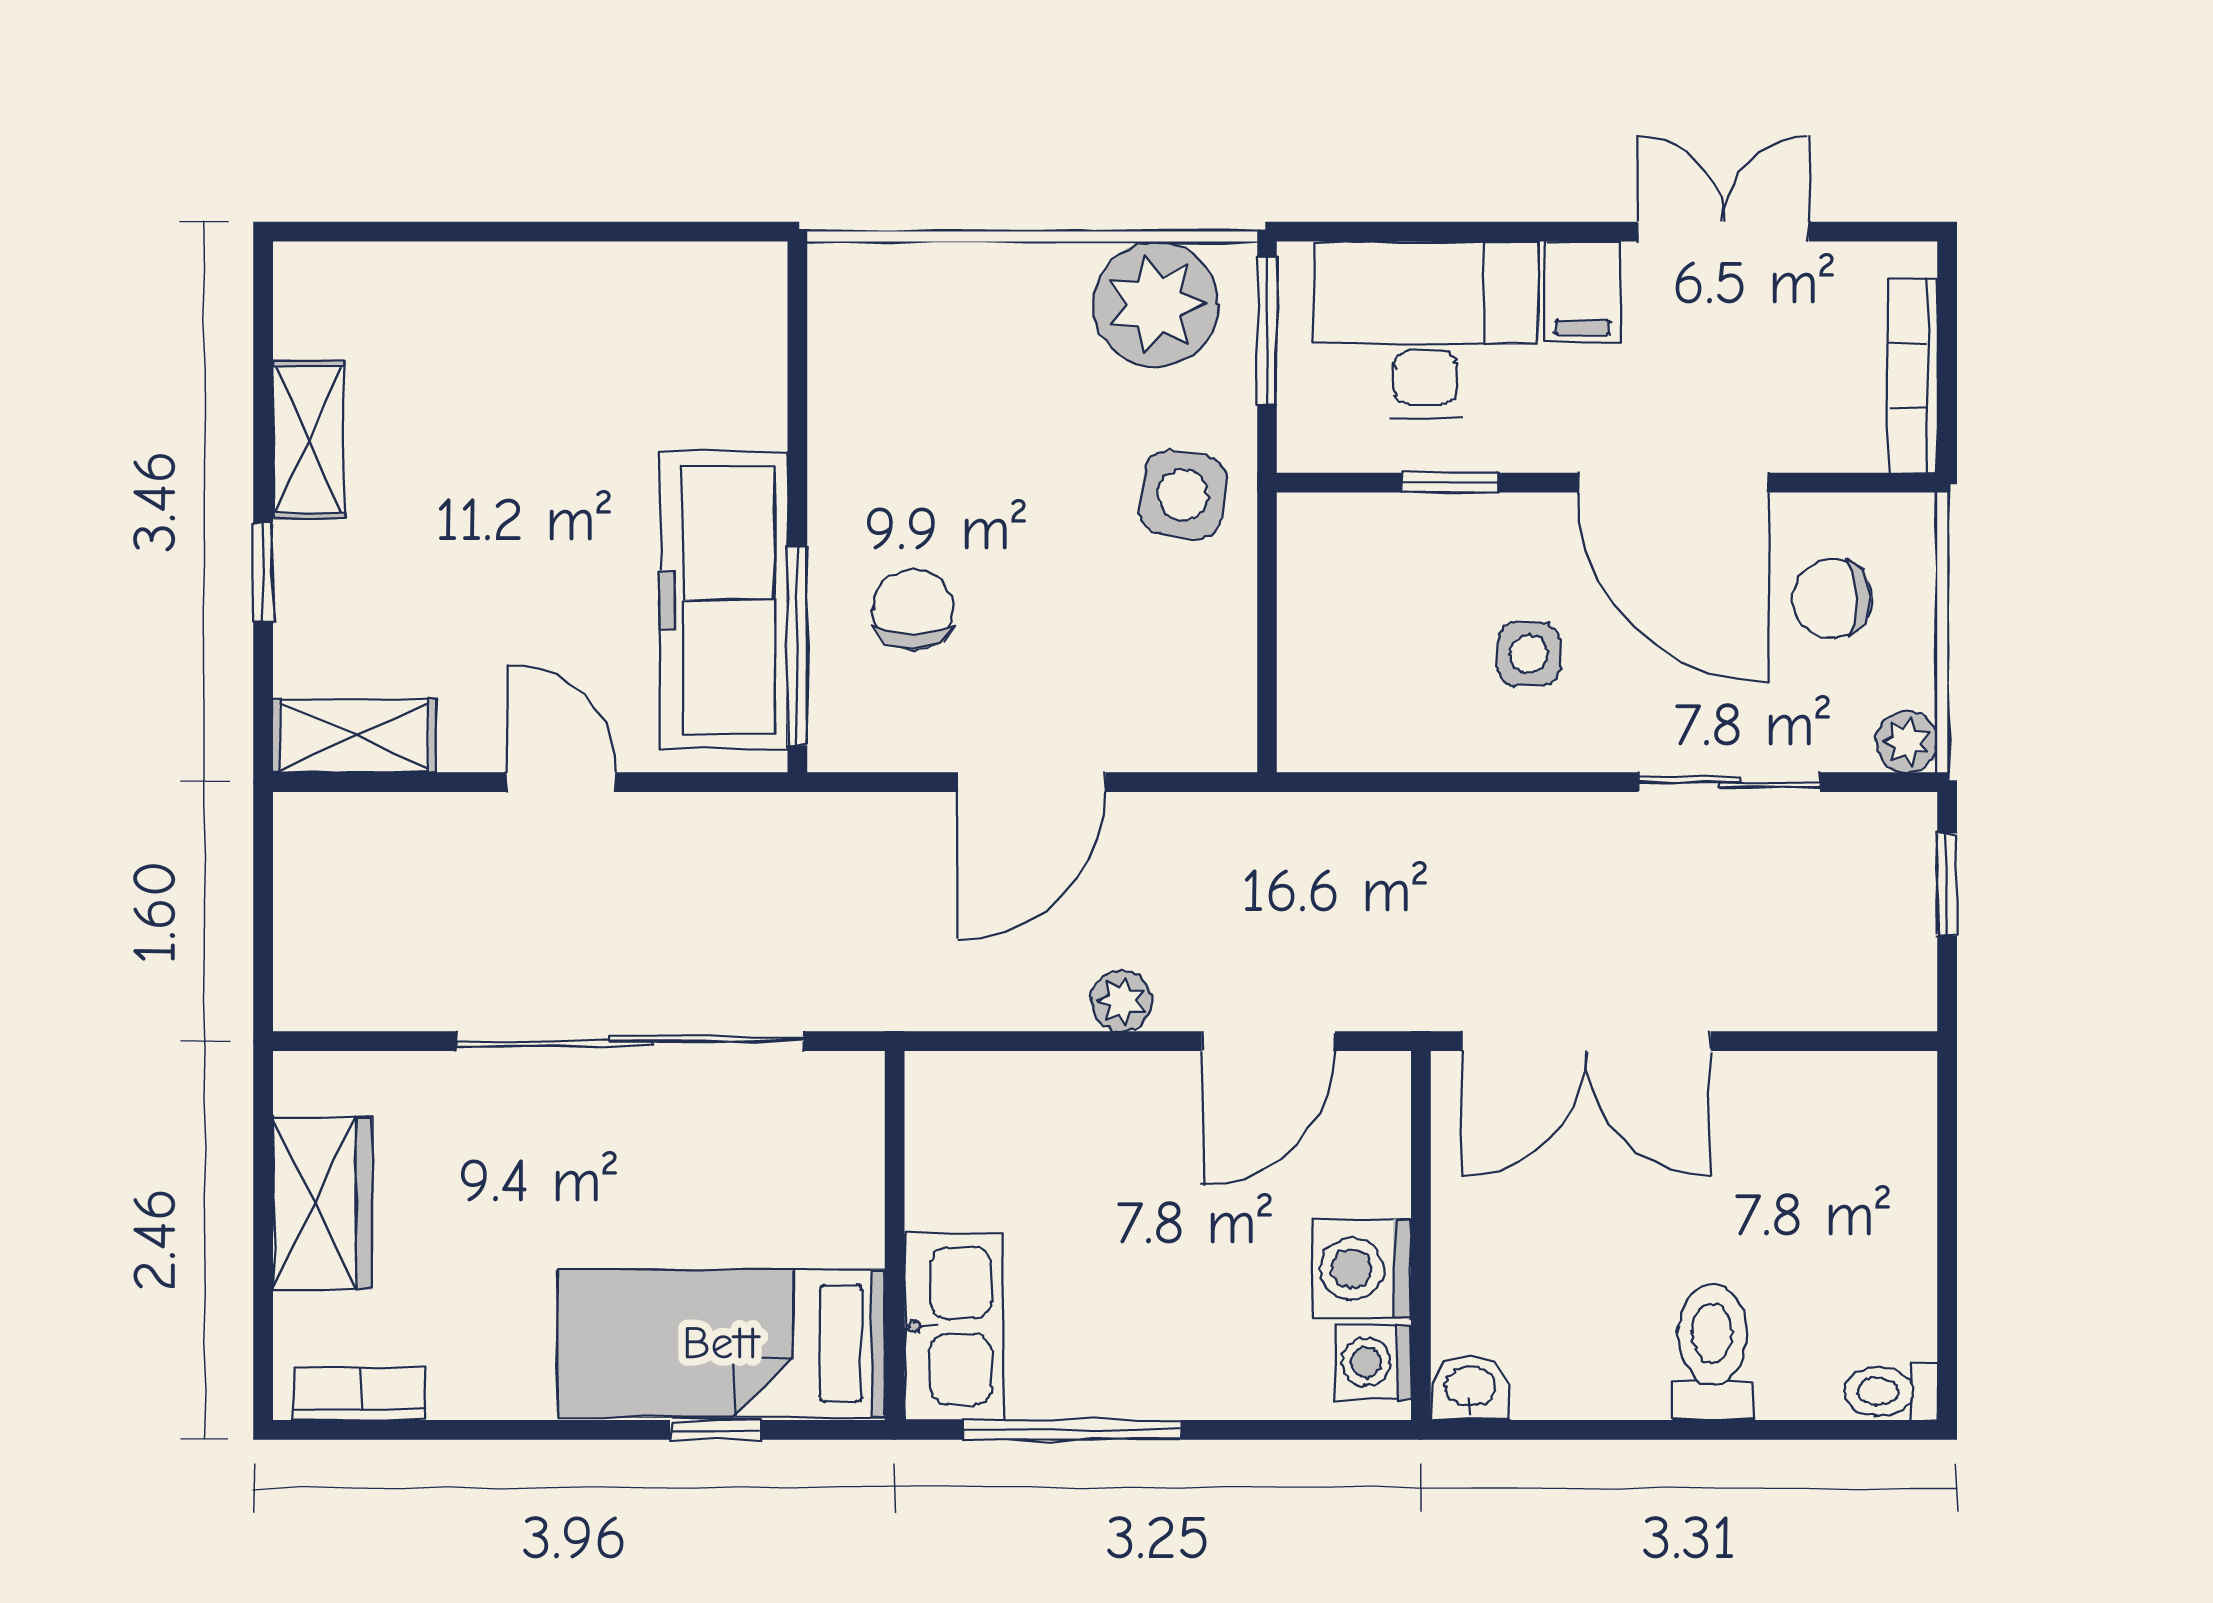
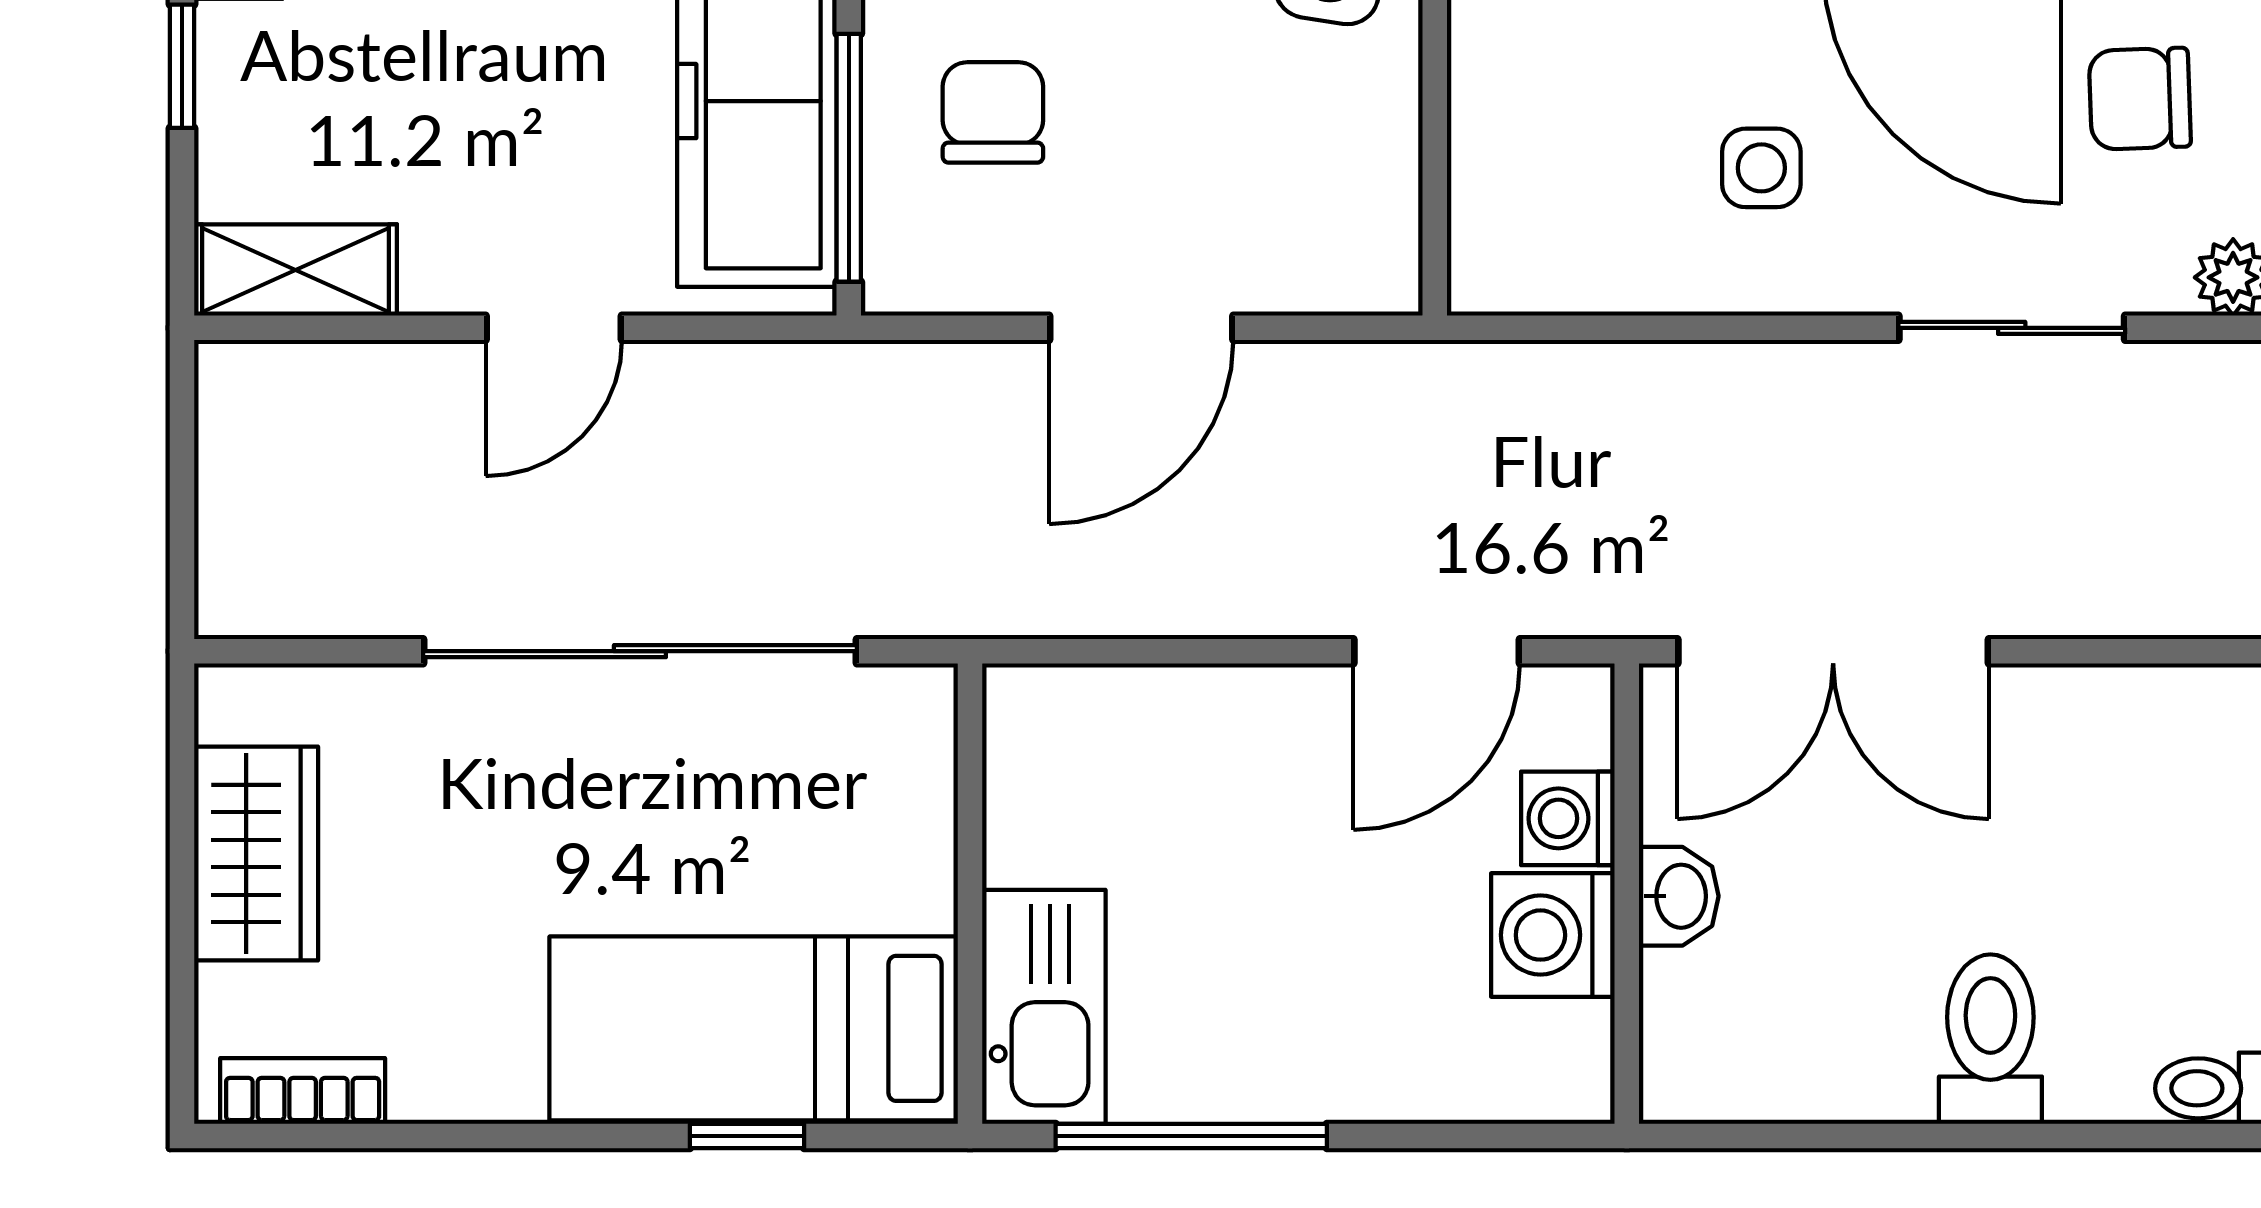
door: (561, 782) -> (554, 328), swing flipped
plant: (1122, 1001) -> (1253, 601), removed
washing machine: (1374, 1362) -> (1568, 818), moved
washbasin: (1470, 1388) -> (1679, 896), moved, turned 90

